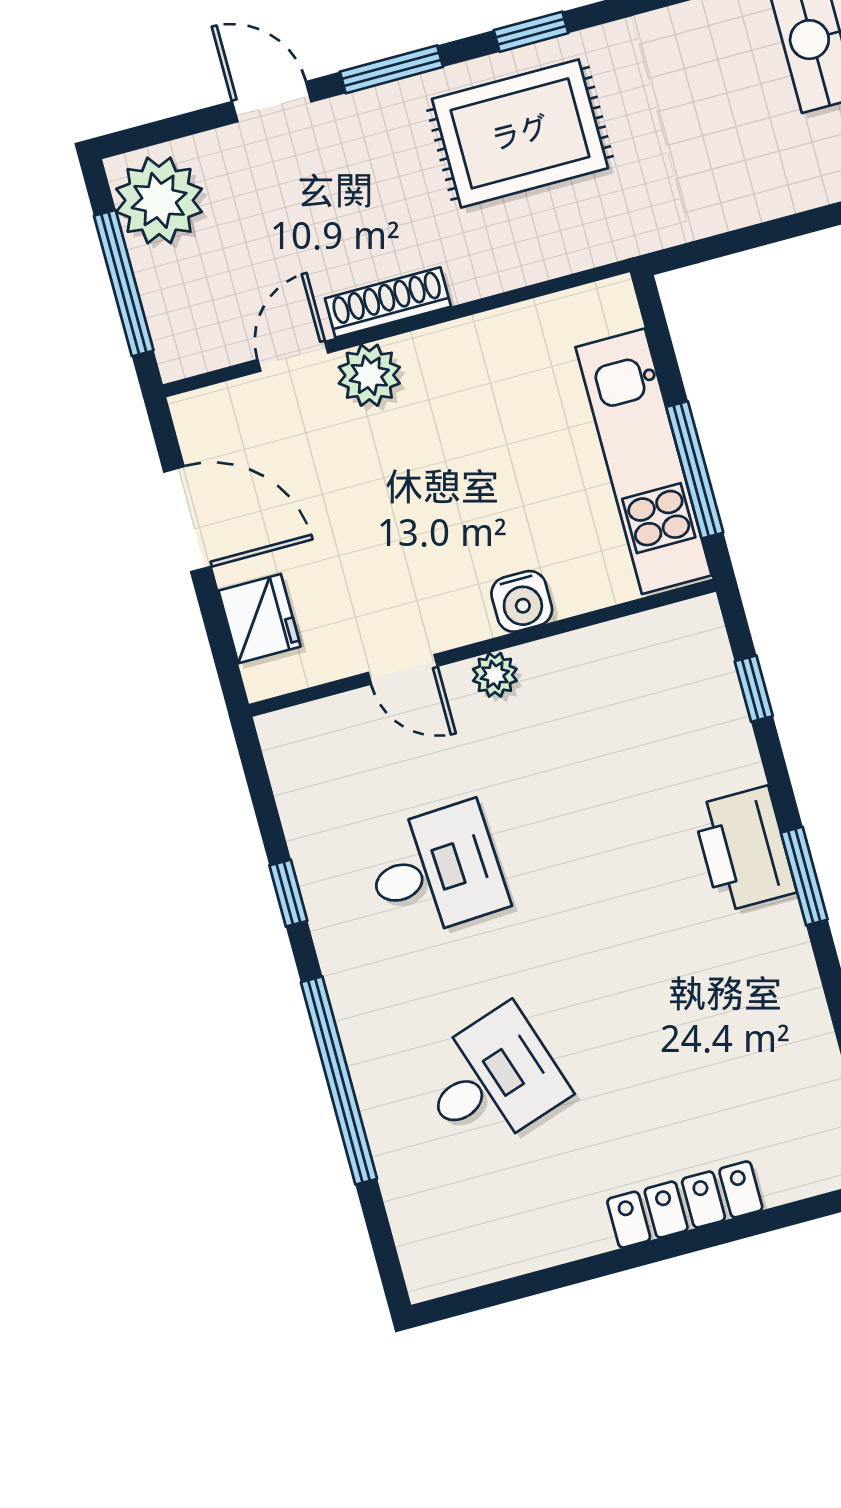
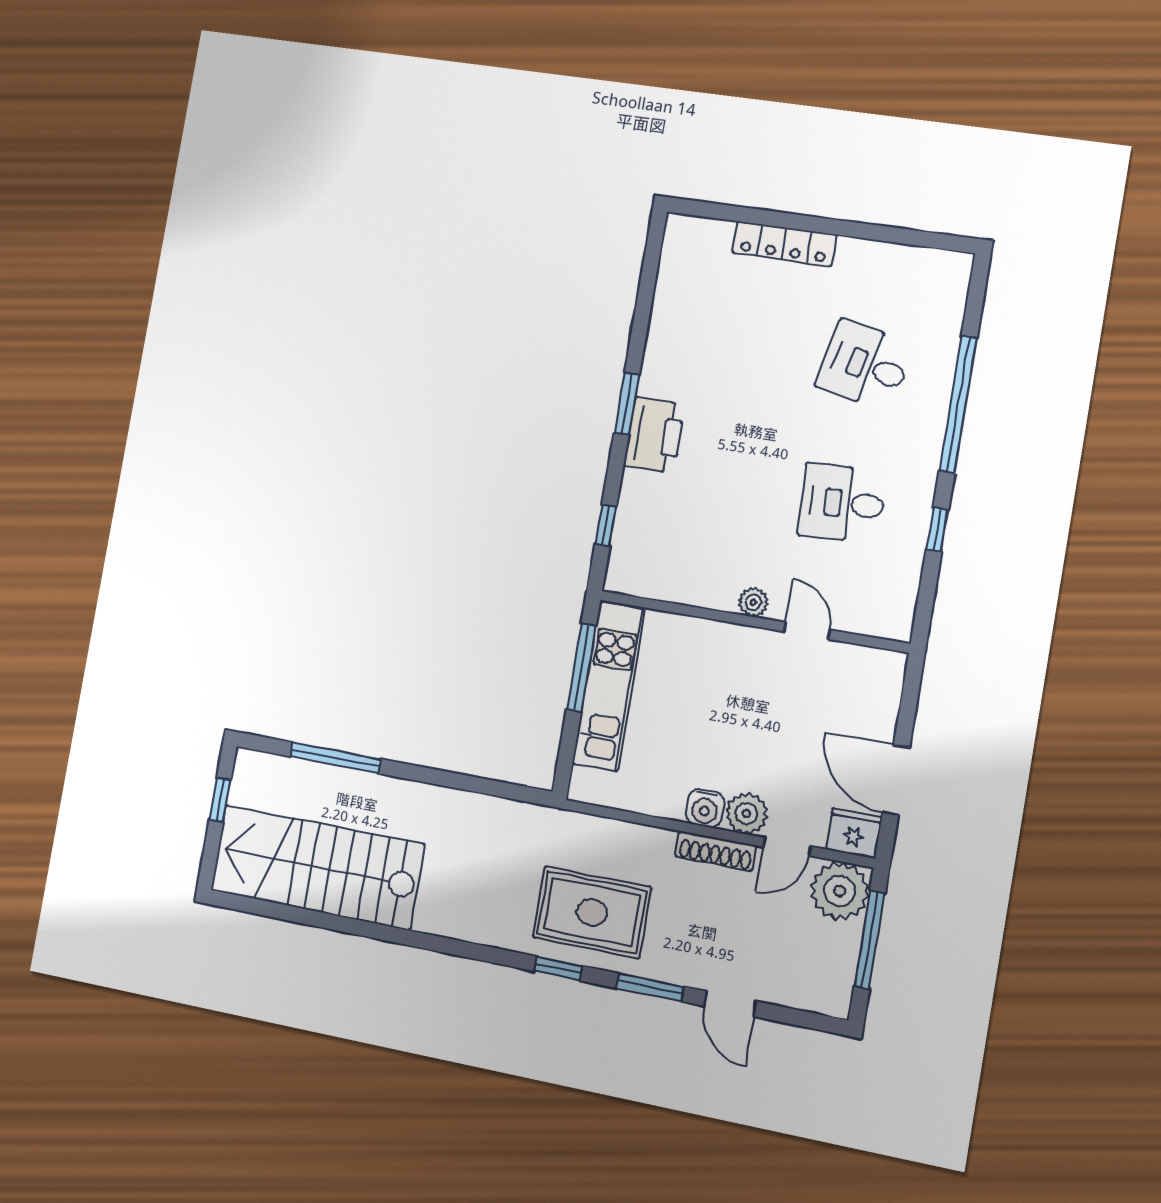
plant: (159, 200) -> (840, 891), moved
water cooler: (522, 601) -> (705, 808), moved, turned 180
fridge: (260, 619) -> (854, 833), moved, turned 90
desk: (492, 1080) -> (865, 365), turned 30

